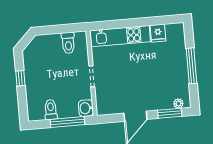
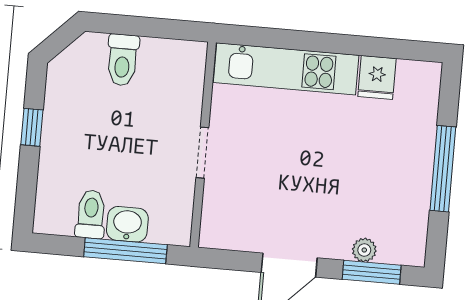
toilet: (68, 43) -> (122, 60), moved
plant: (178, 104) -> (364, 250), moved
washbasin: (86, 108) -> (127, 224), moved, turned 90

